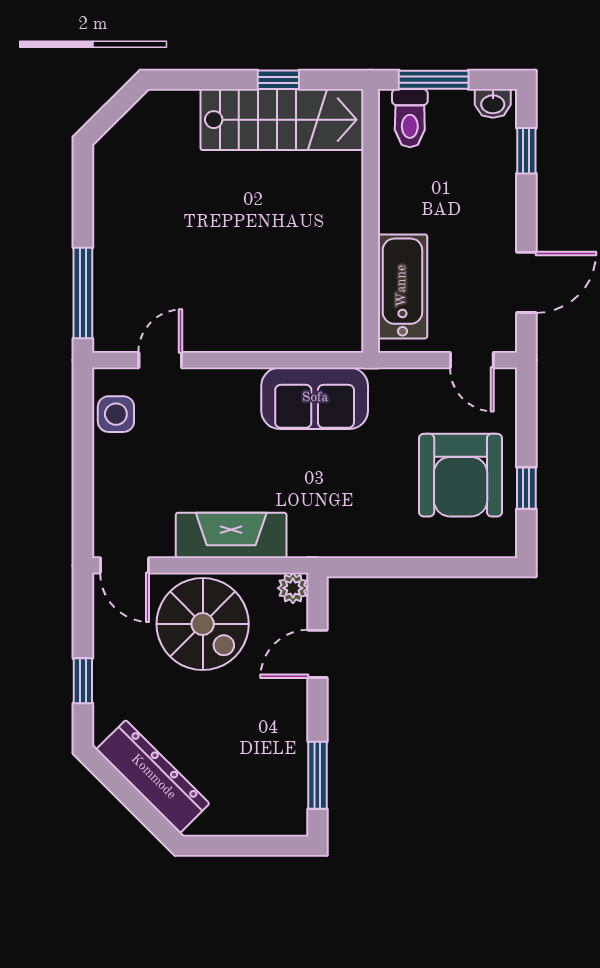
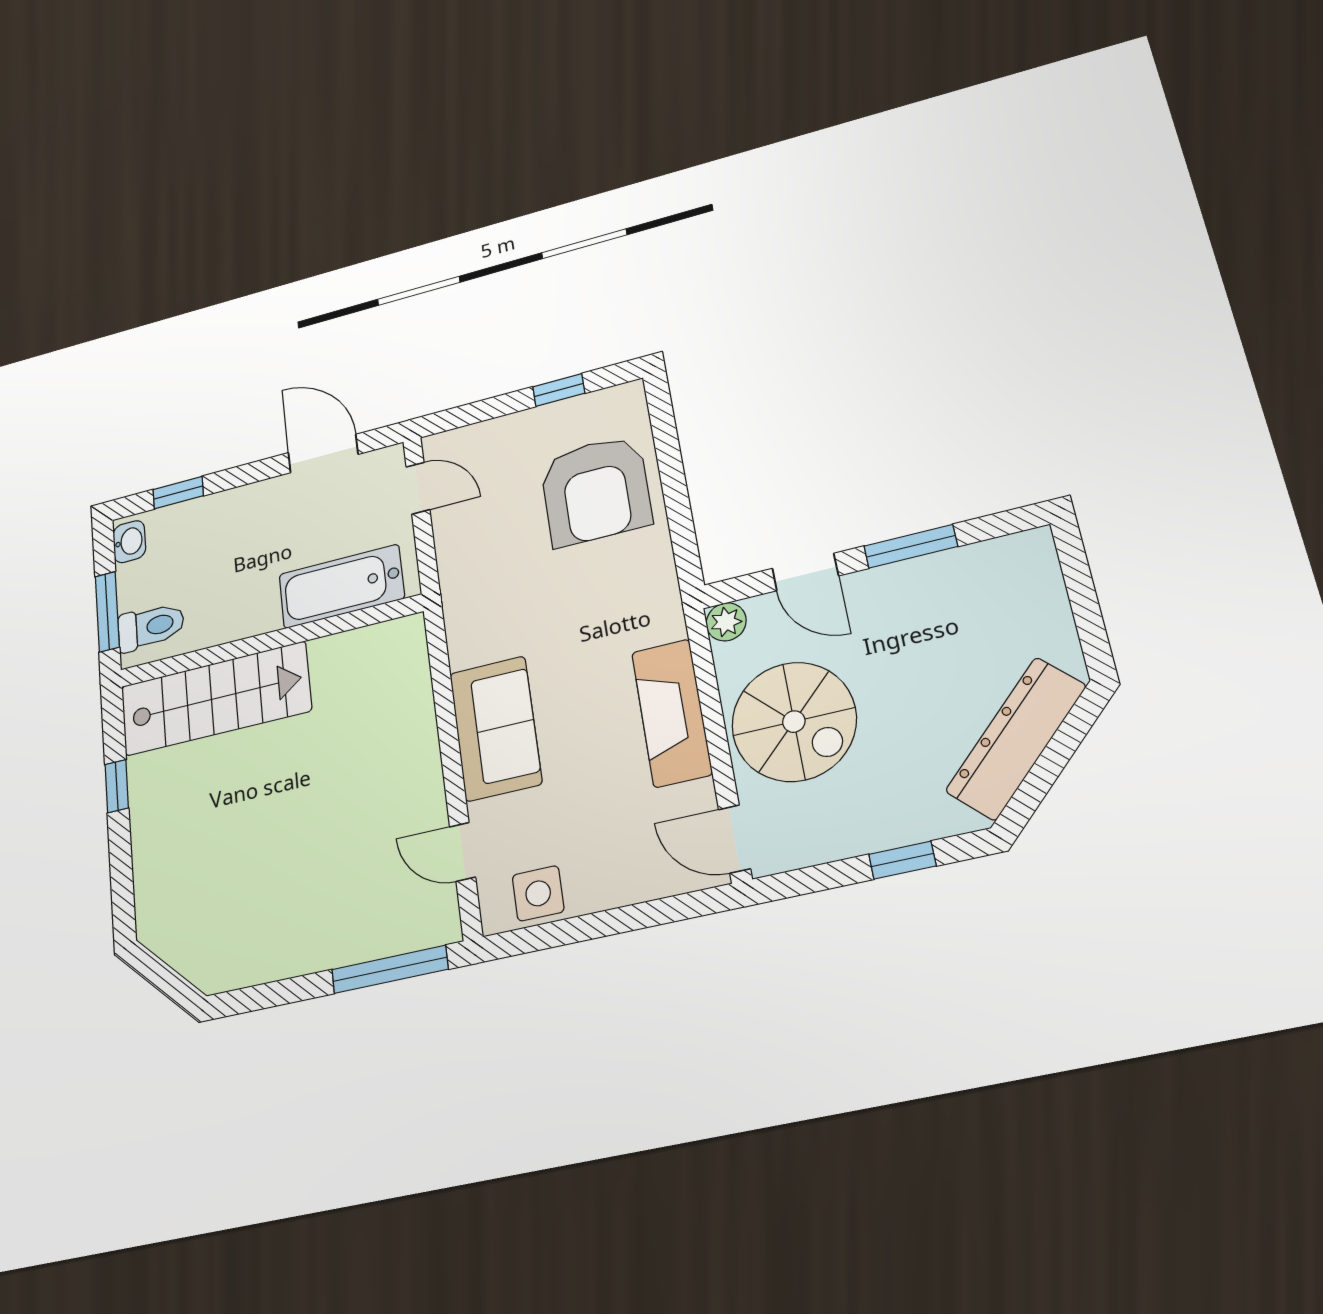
stairs: (282, 120) -> (215, 699), moved, turned 90
door: (472, 360) -> (418, 488), hinge flipped
sofa: (315, 398) -> (495, 728), moved
armchair: (461, 475) -> (596, 490), moved, turned 90
door: (125, 565) -> (734, 839), swing flipped
spiral stairs: (203, 624) -> (794, 722), turned 90
window: (317, 775) -> (911, 546), moved

